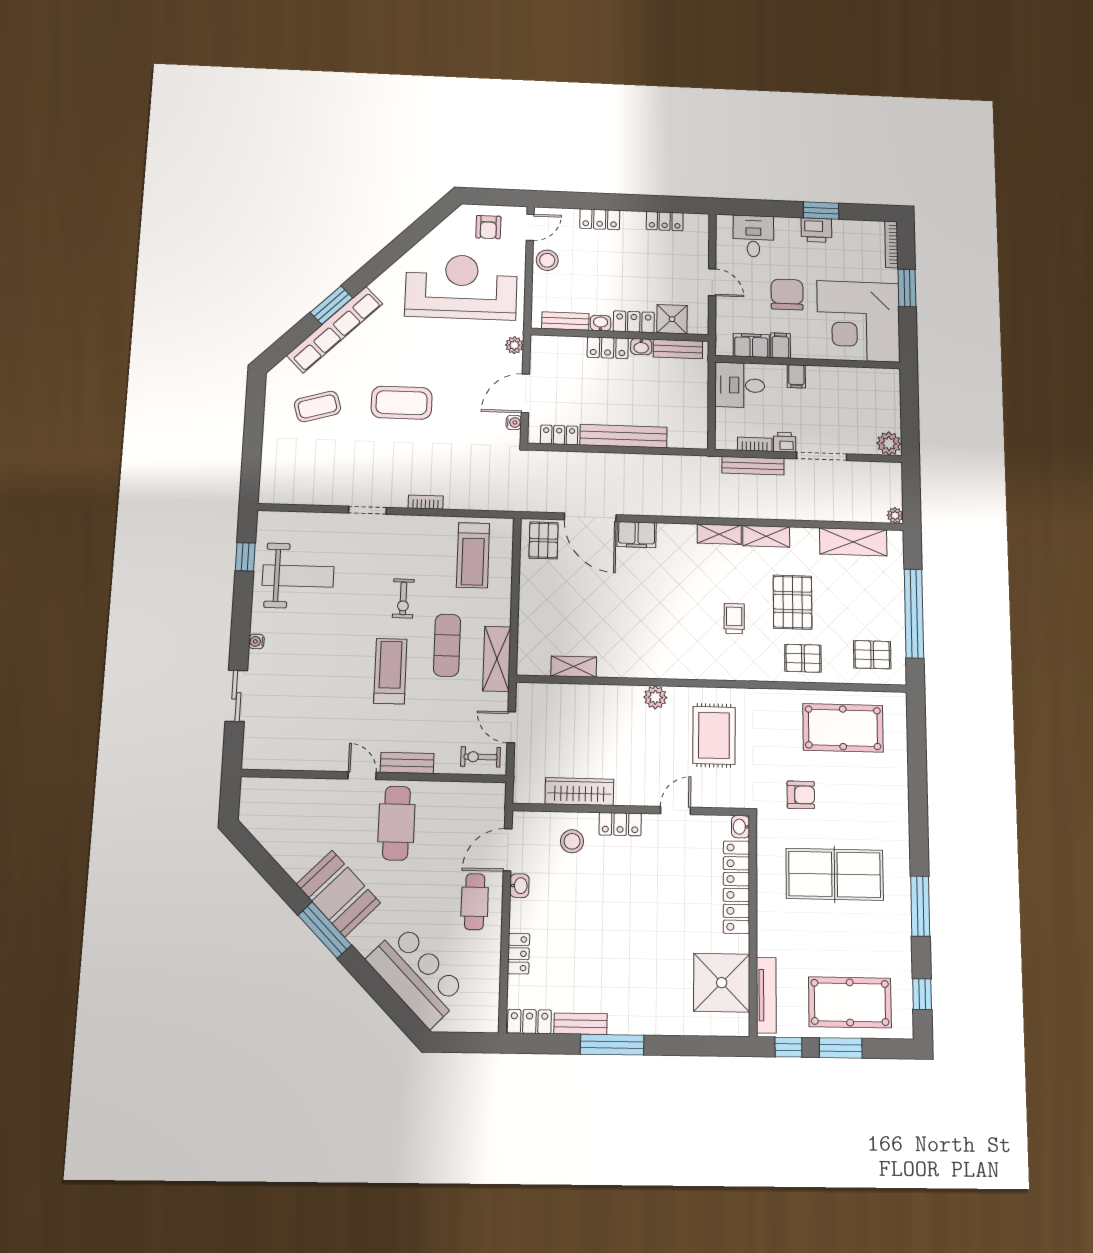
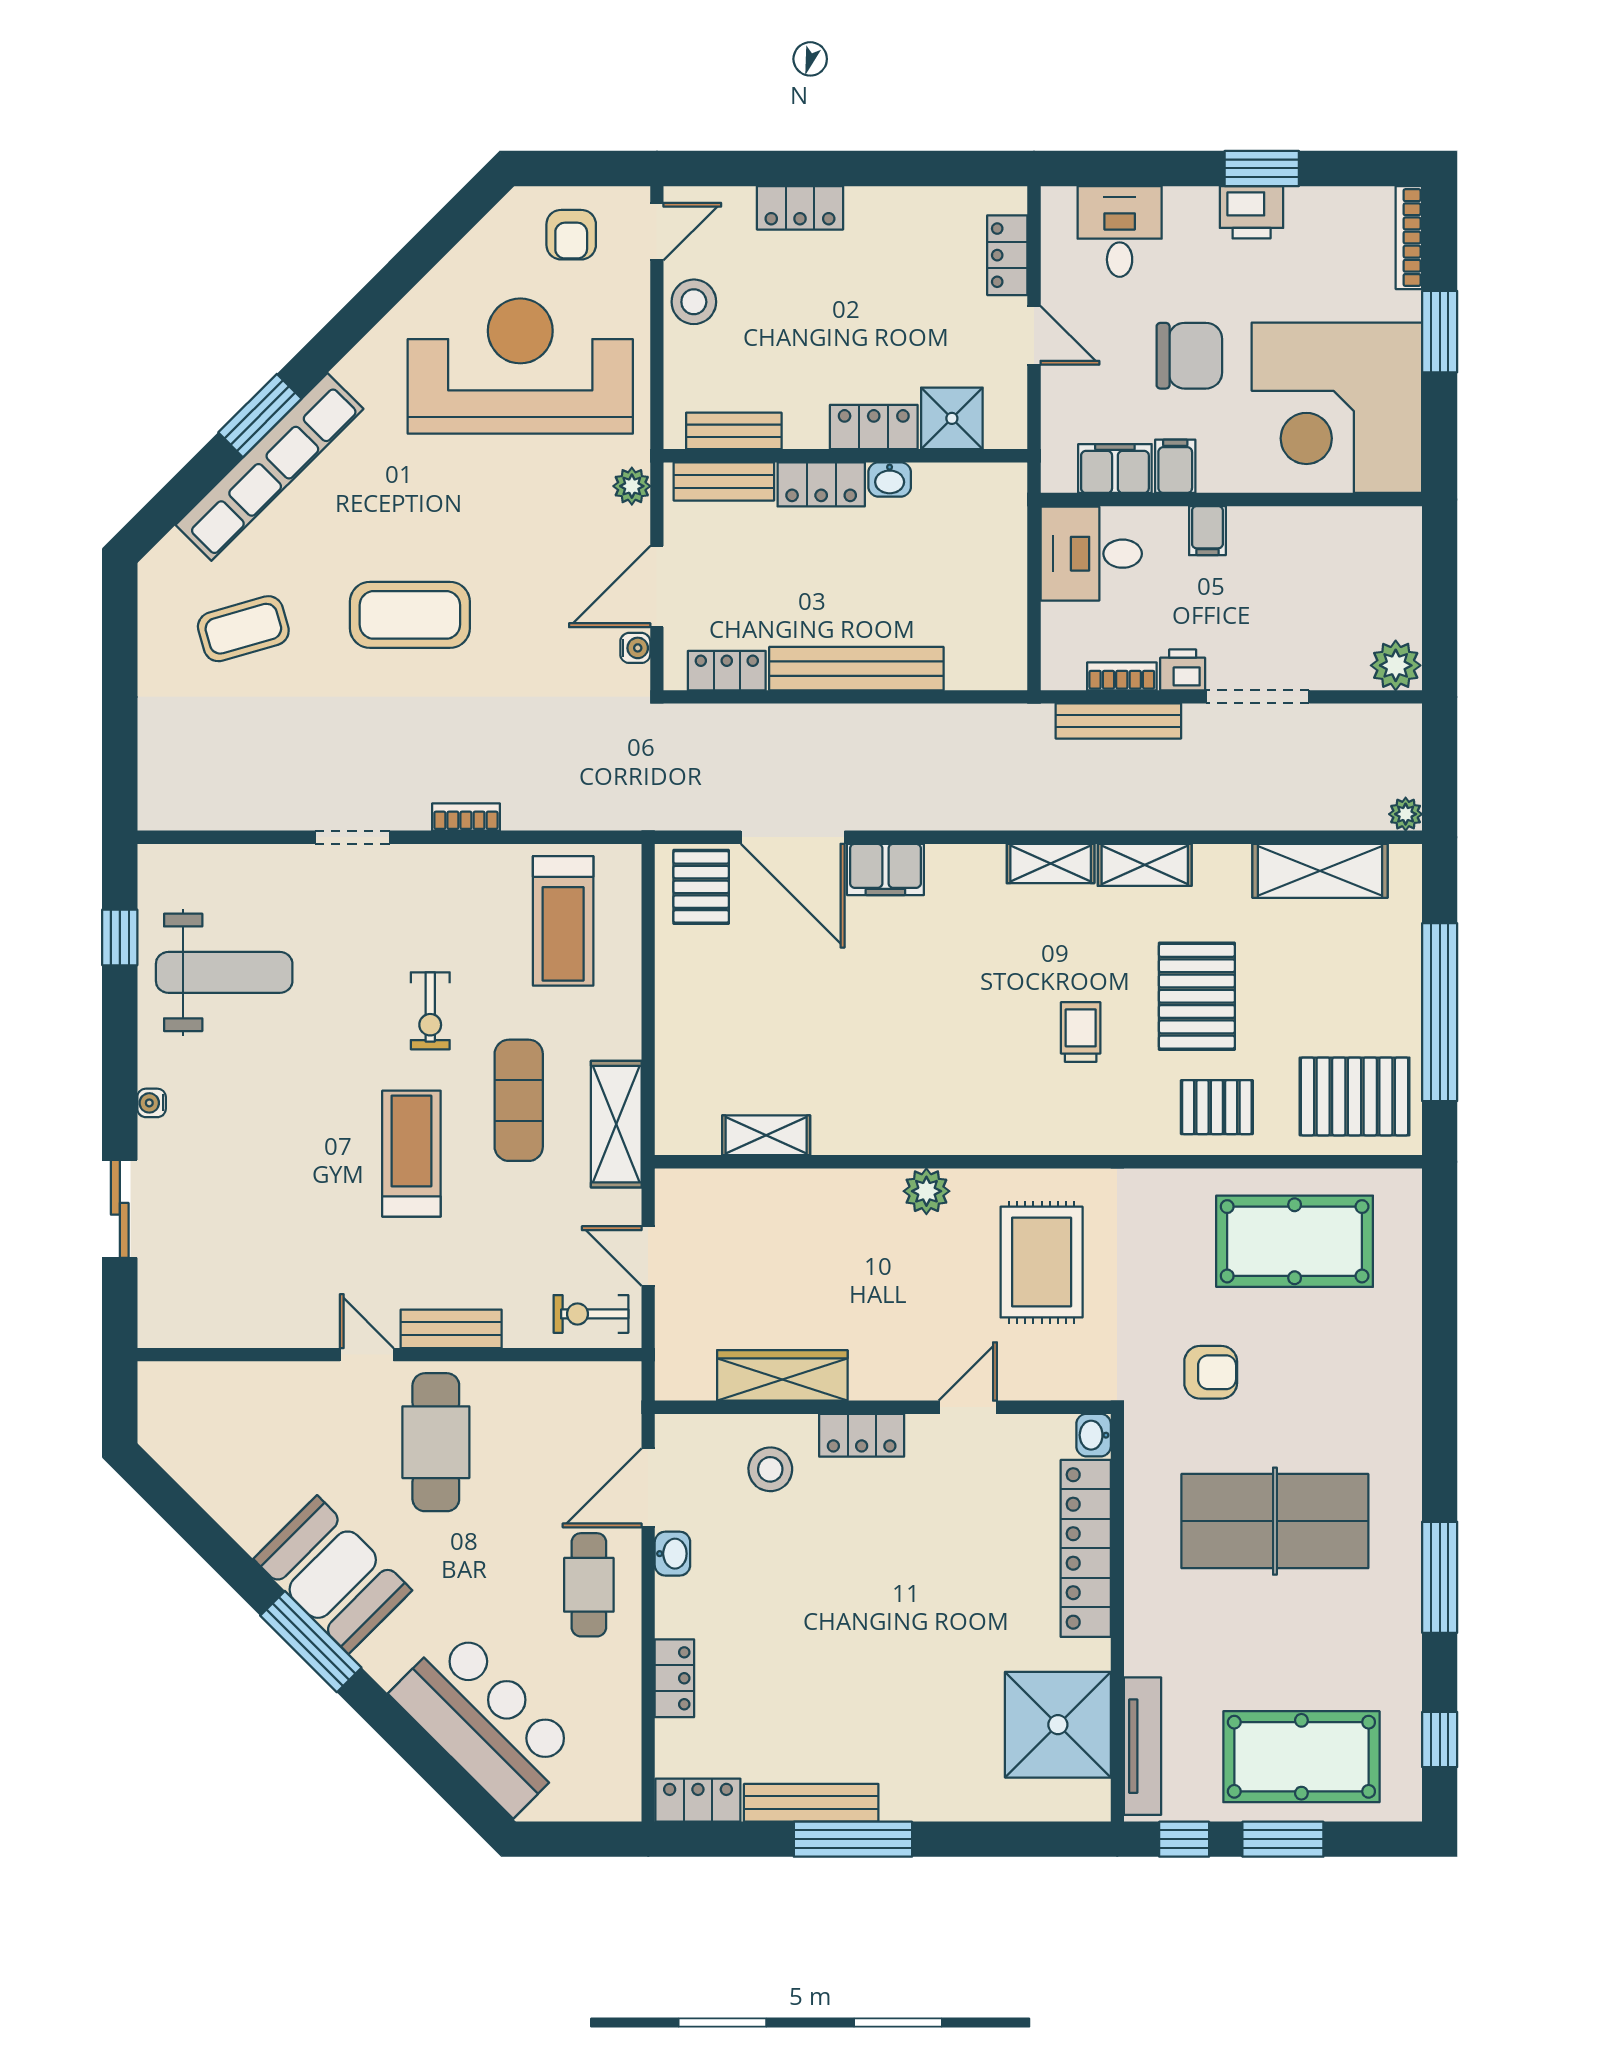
locker: (665, 221) -> (1007, 255), moved, turned 90
chair: (787, 294) -> (1189, 356), turned 90
washbasin: (601, 323) -> (806, 432), removed
bench: (678, 349) -> (724, 481), moved
pallet: (872, 655) -> (1355, 1096), width x1.50, depth x1.42
bench: (580, 1024) -> (811, 1803), width x1.36

